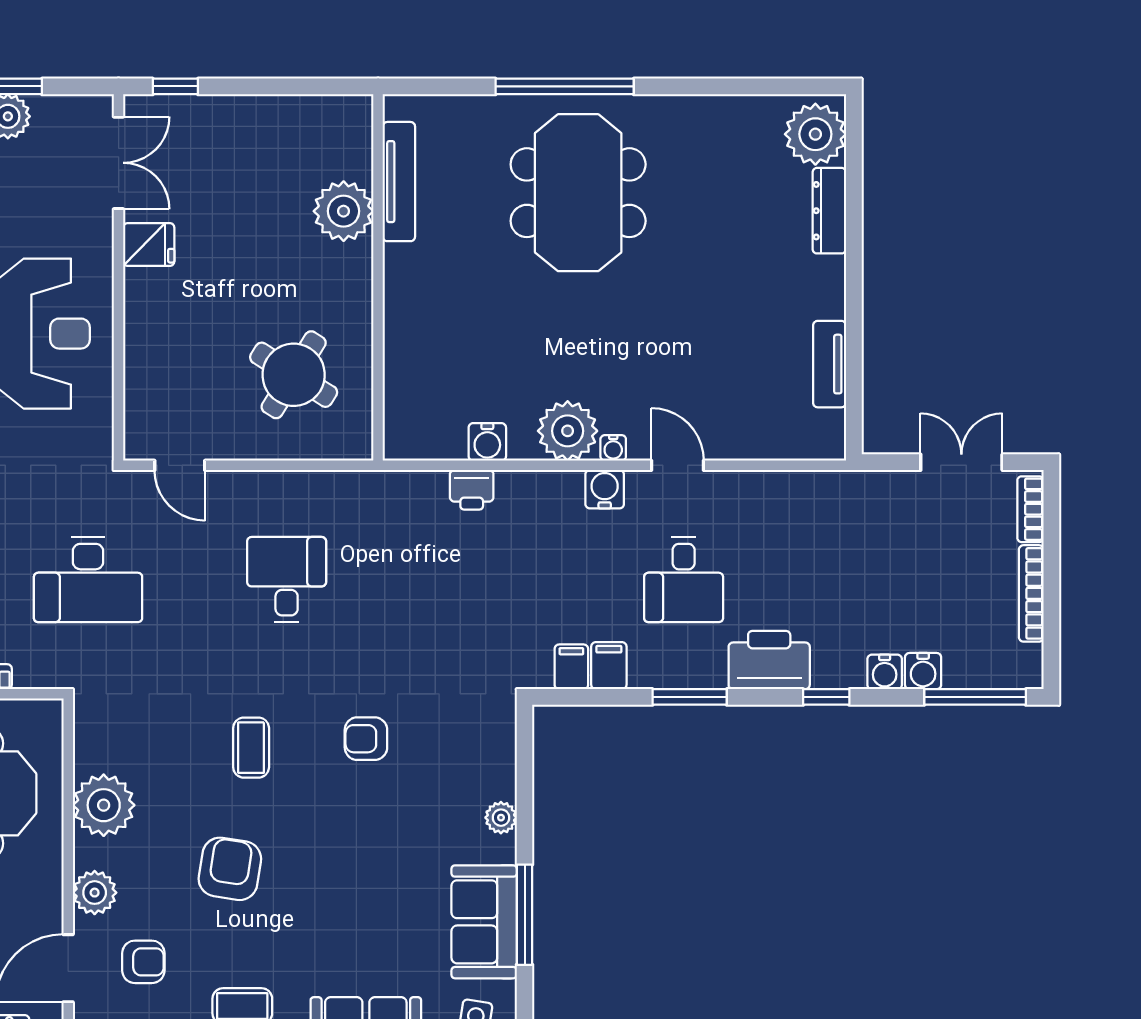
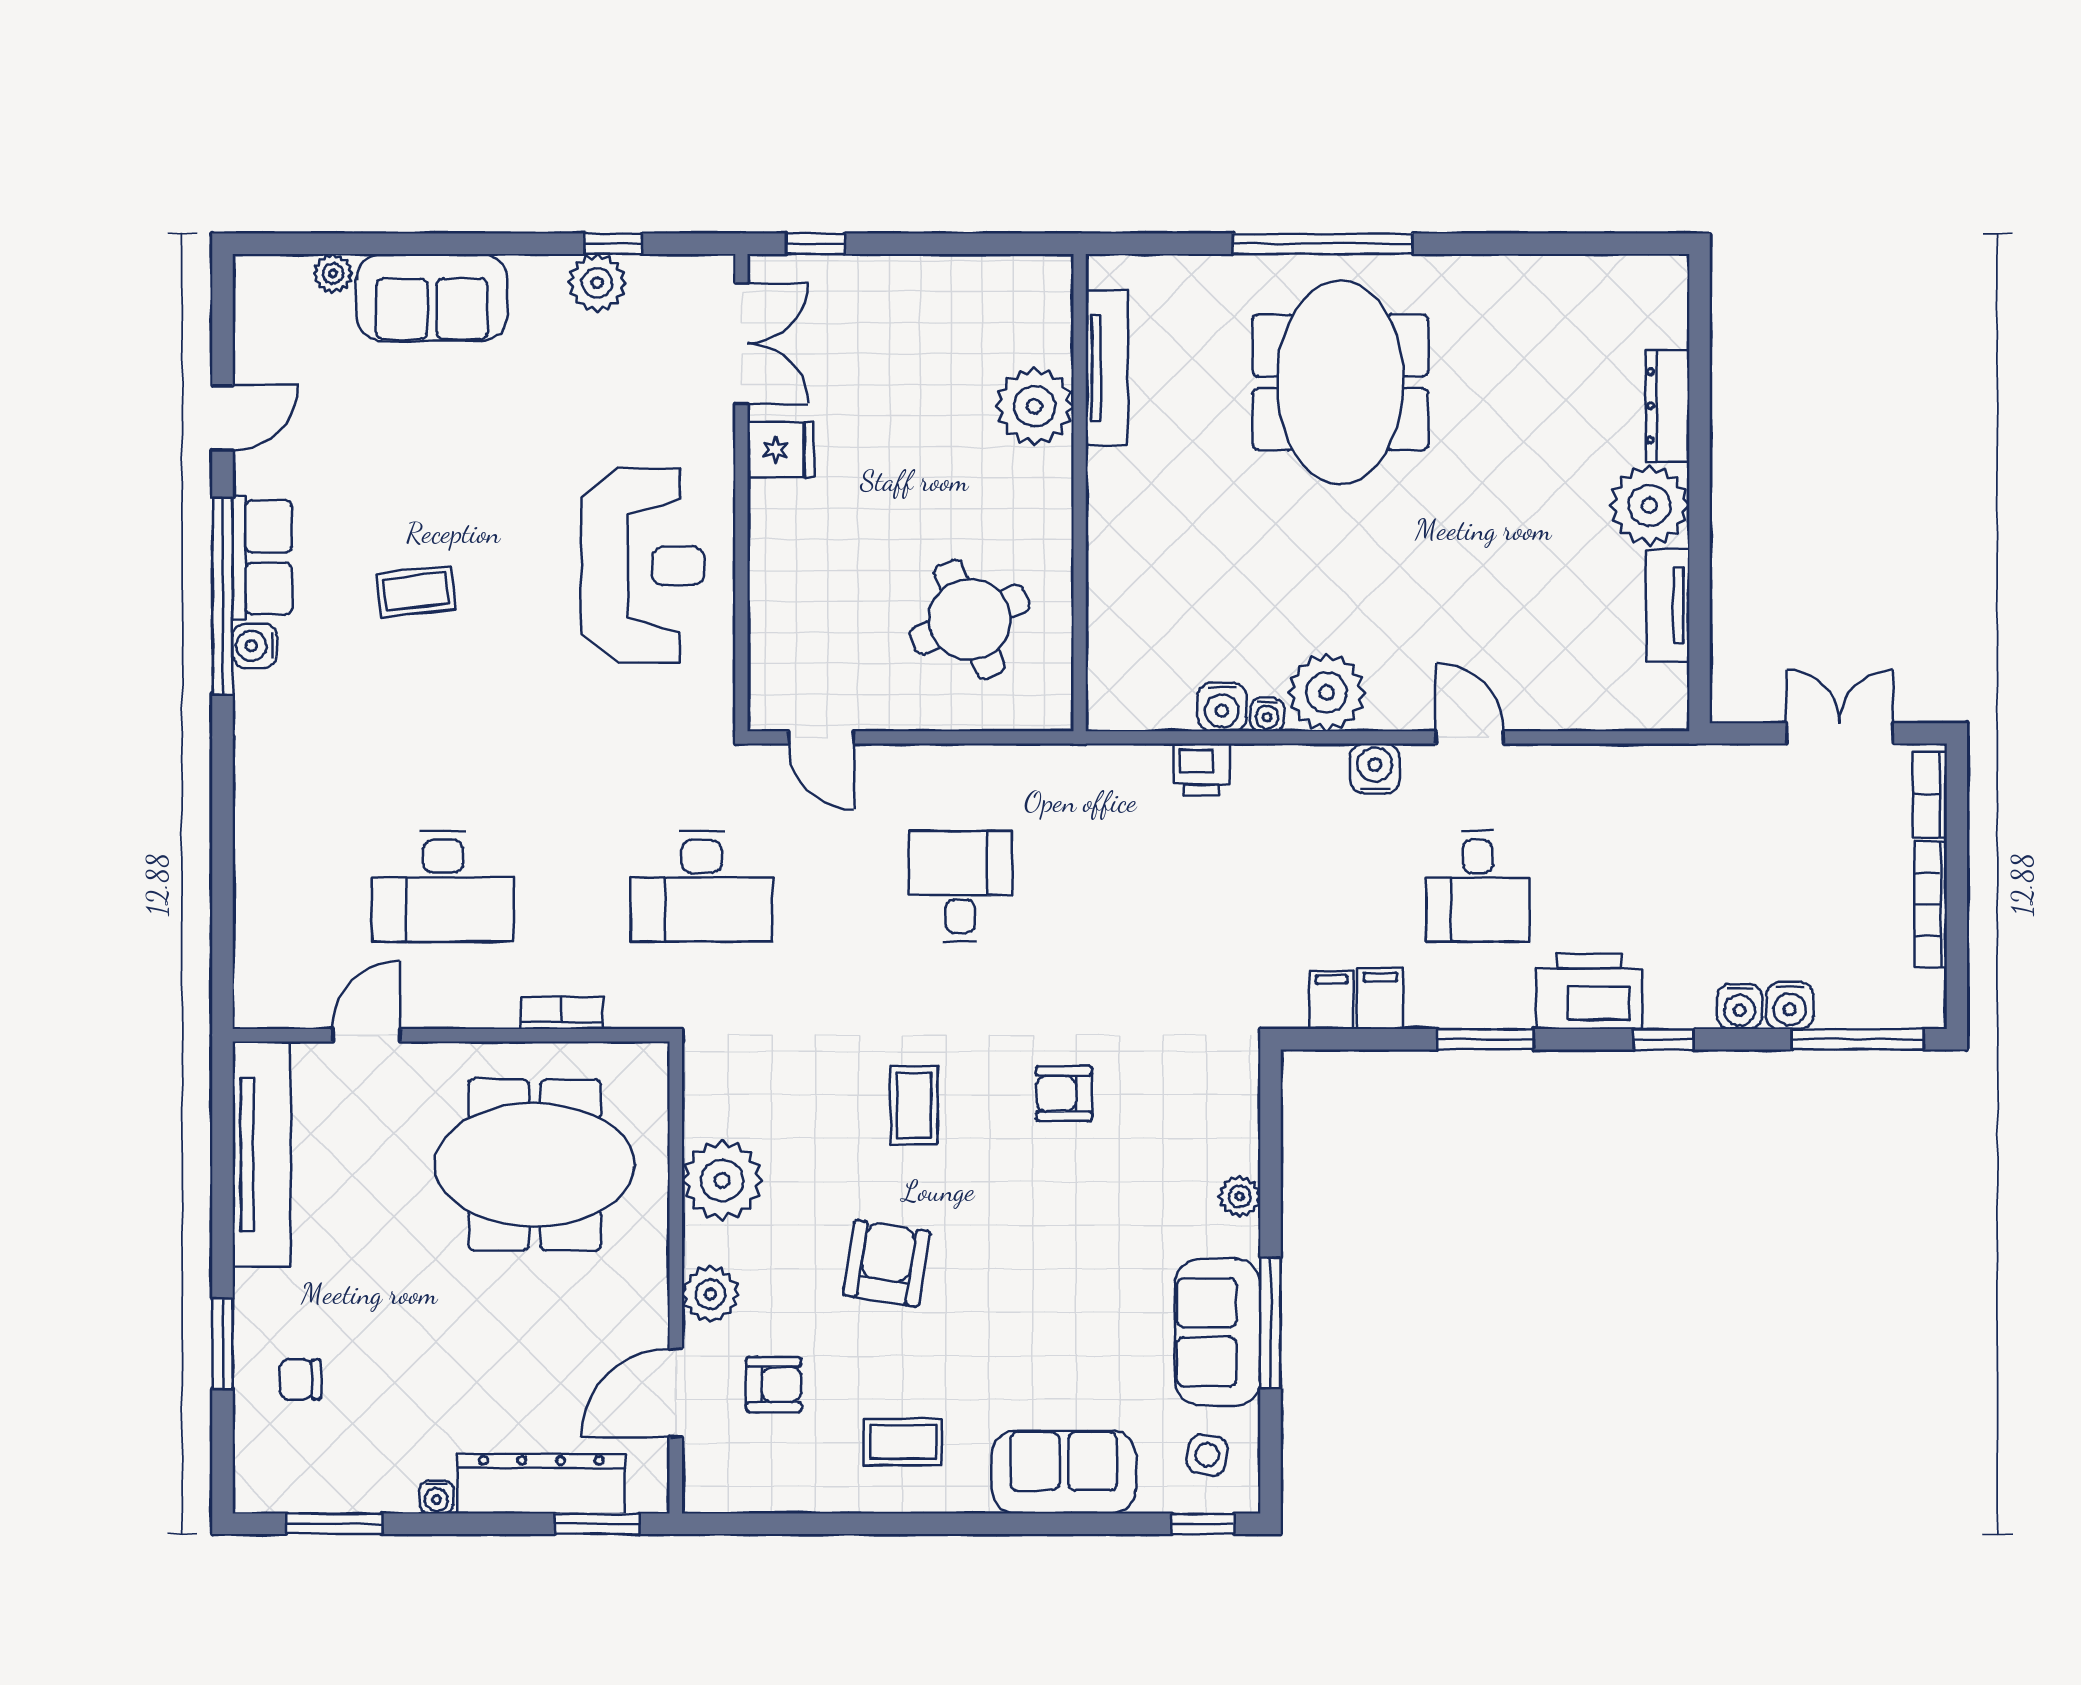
plant: (815, 134) -> (1649, 505), moved
round table: (294, 375) -> (970, 619), turned 35
water cooler: (613, 448) -> (1267, 715), moved

